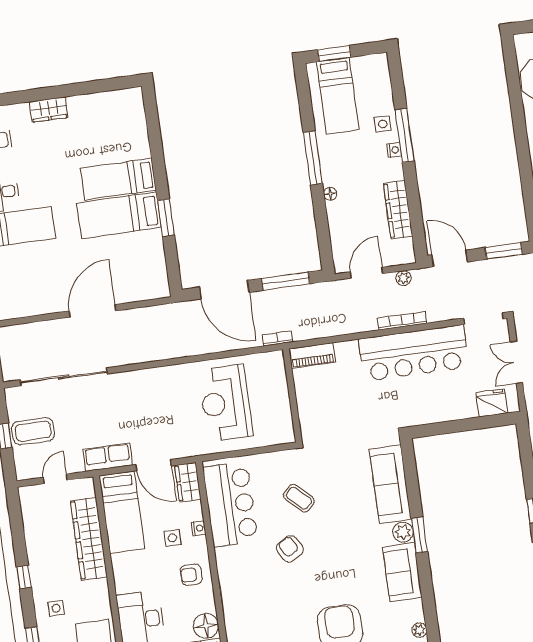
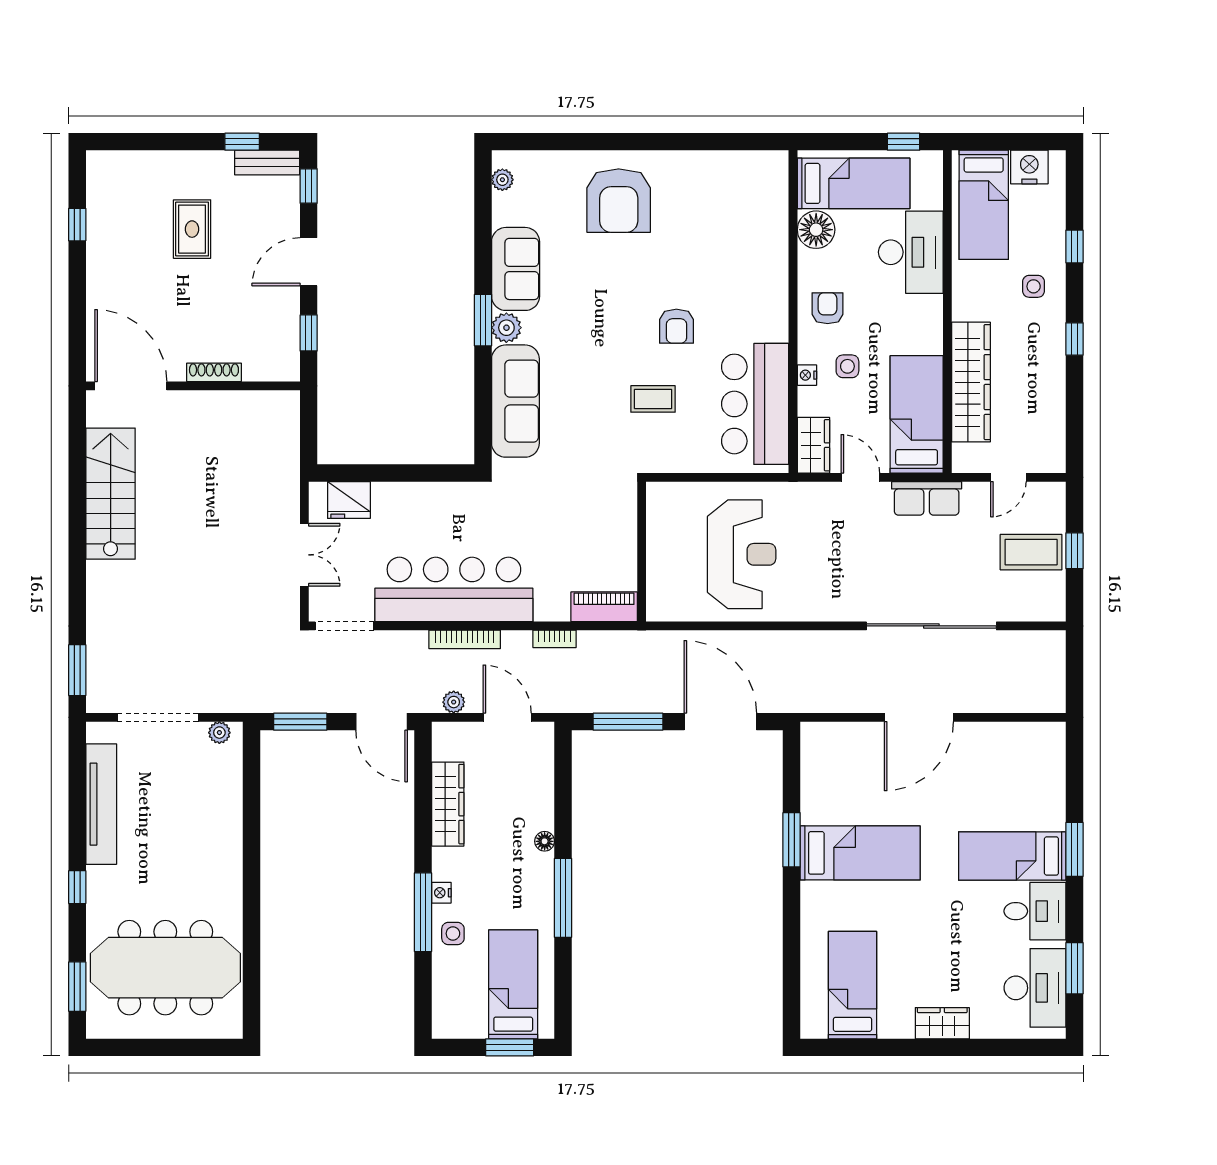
bed: (118, 179) -> (853, 985), moved, turned -90
door: (367, 273) -> (507, 717), swing flipped
bookcase: (277, 338) -> (555, 639), moved
sliding door: (64, 377) -> (931, 626), moved
door: (154, 465) -> (860, 477), width x0.73
coffee table: (299, 498) -> (653, 399), turned -44
armchair: (290, 549) -> (676, 326), turned 30
armchair: (191, 575) -> (828, 308), turned -90

